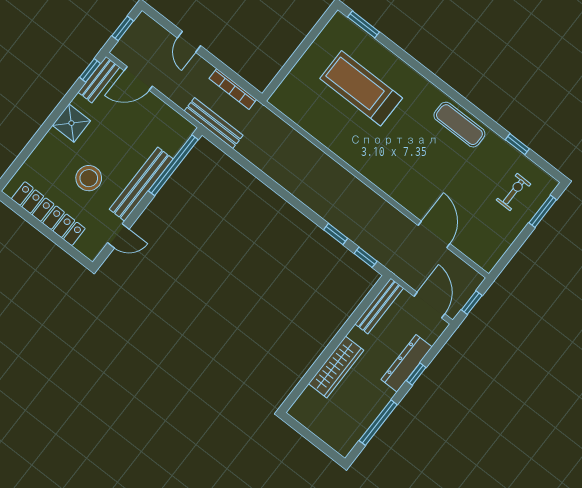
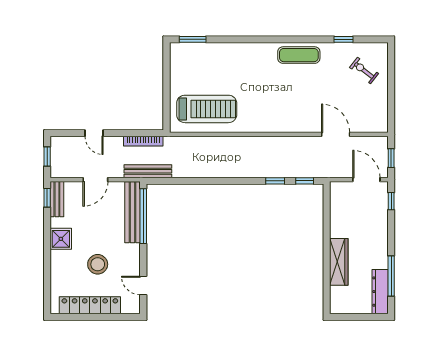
door: (138, 78) -> (95, 180), moved
treadmill: (361, 88) -> (207, 109), moved, turned 180
bench: (141, 184) -> (133, 212), moved
exercise bike: (514, 192) -> (364, 70), turned -52
window: (543, 211) -> (391, 68), removed
door: (118, 236) -> (143, 285), swing flipped
bench: (379, 306) -> (336, 204), removed
dresser: (407, 363) -> (380, 292), moved
window: (416, 374) -> (391, 201), moved

